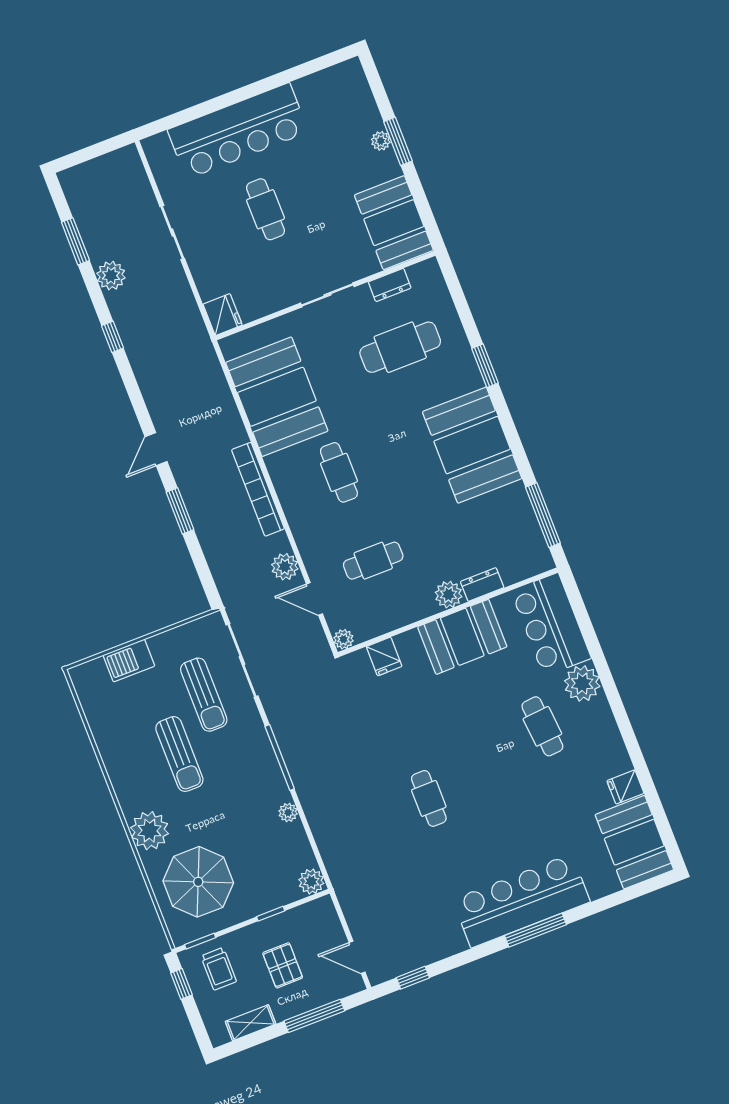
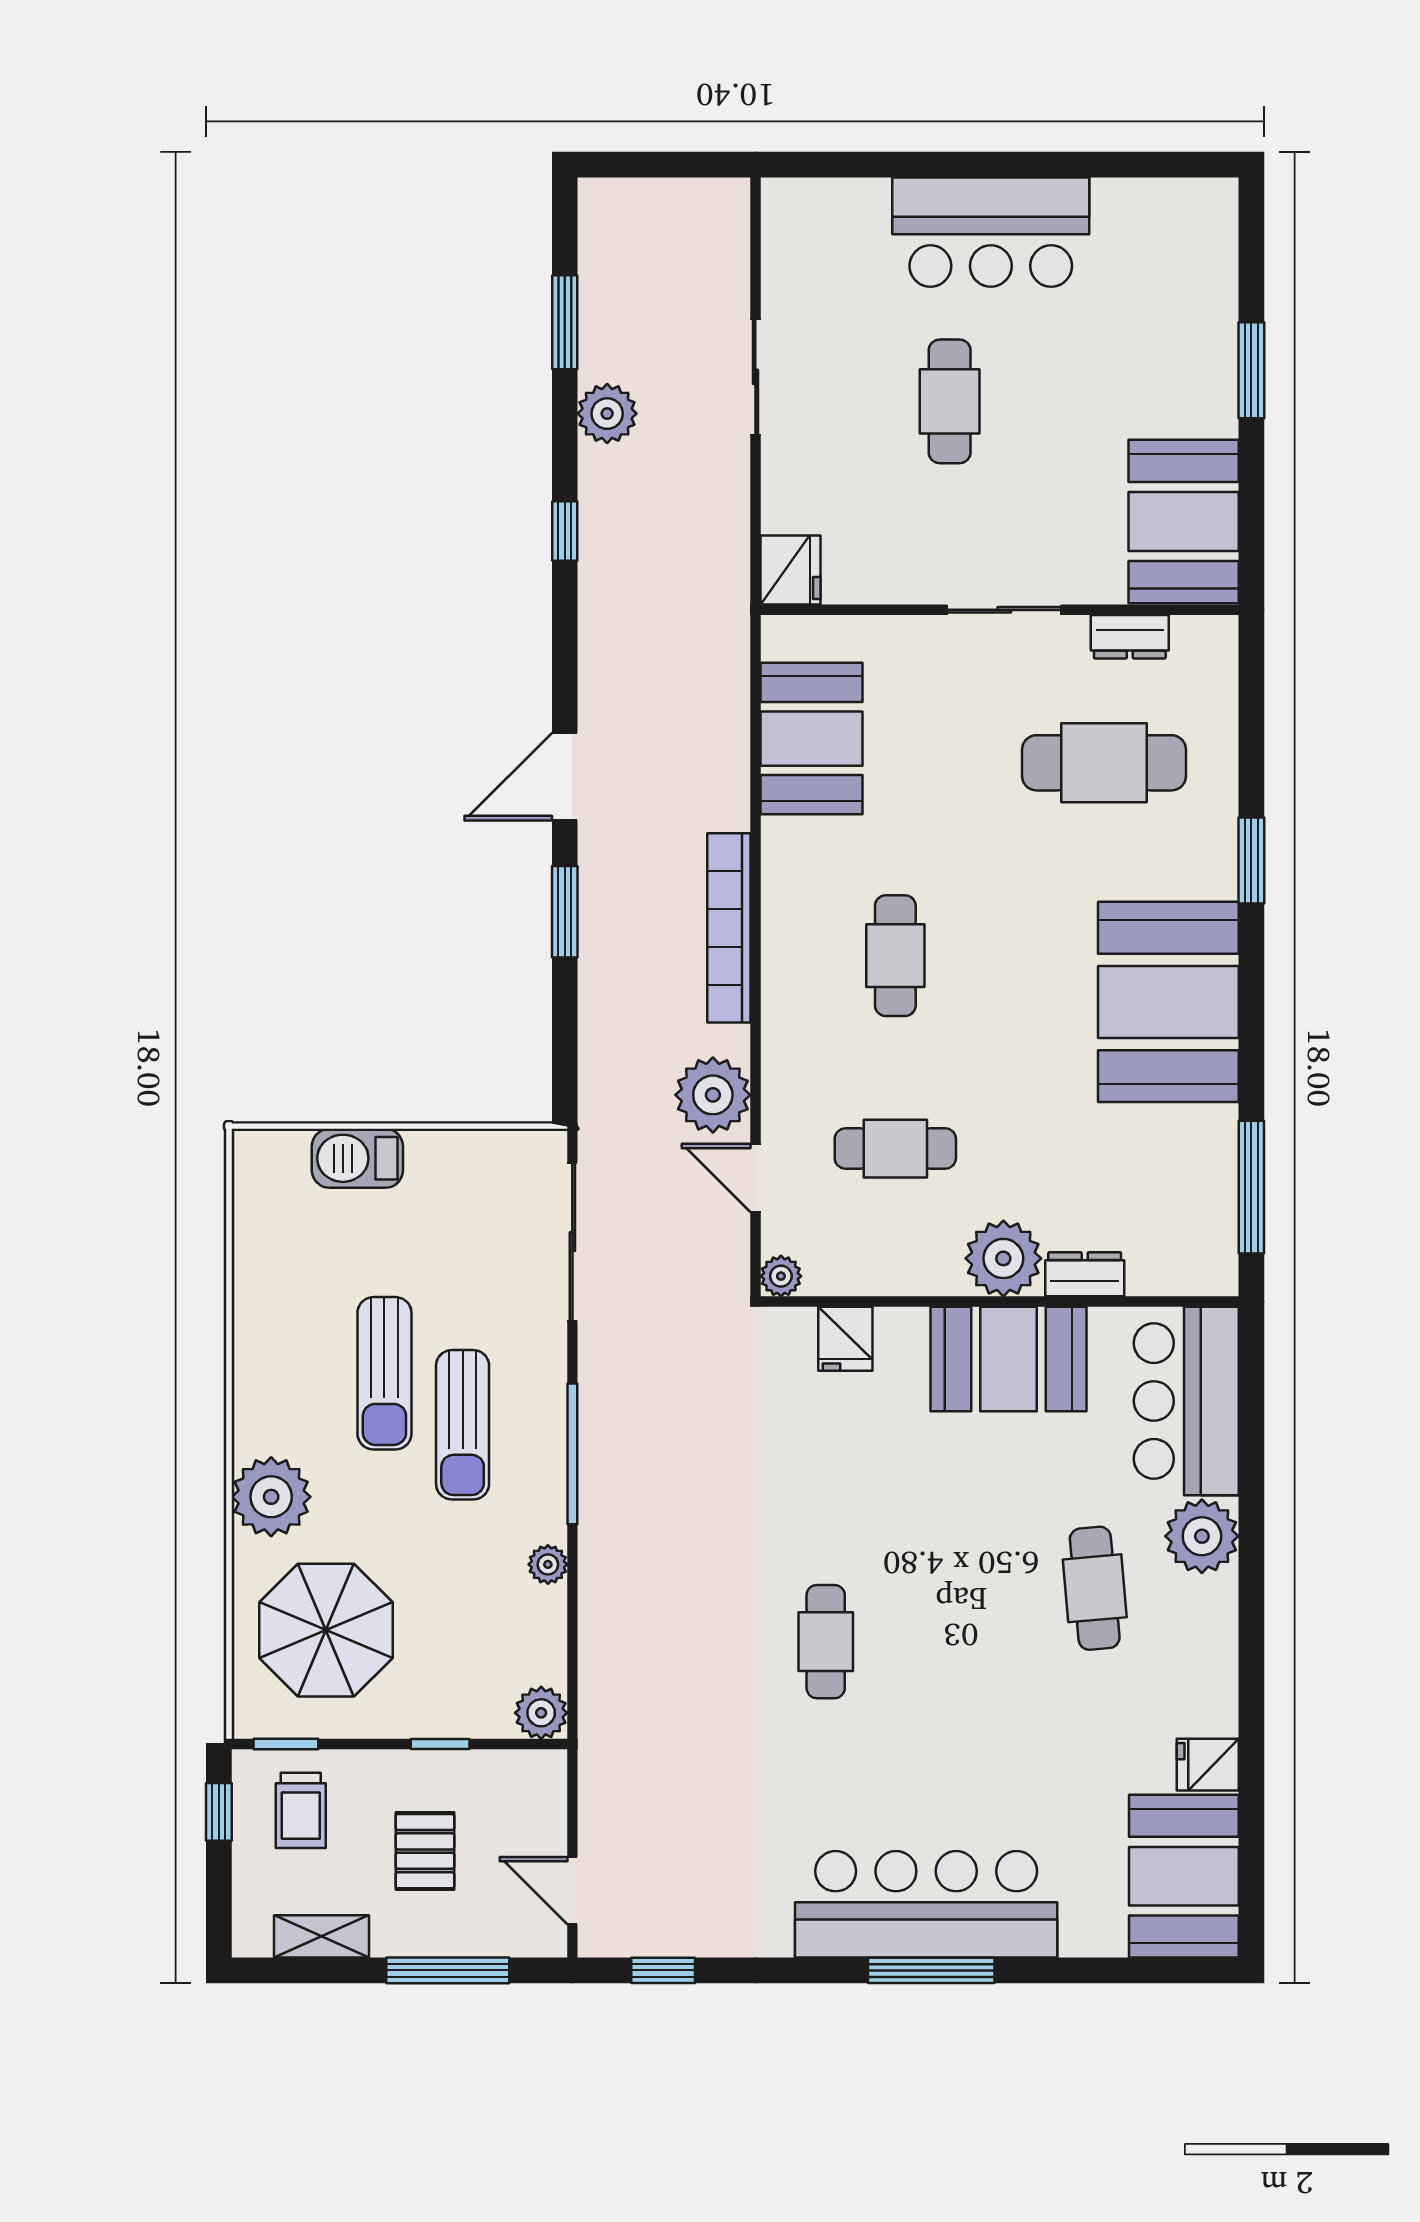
bar counter: (238, 131) -> (991, 232), width x0.73
plant: (381, 141) -> (1219, 356), removed
booth: (277, 397) -> (811, 739), width x0.73, depth x0.70
door: (156, 449) -> (565, 777), width x1.38
plant: (285, 567) -> (713, 1095), width x1.36, depth x1.36
plant: (449, 595) -> (1003, 1258), width x1.36, depth x1.36
sun lounger: (204, 695) -> (463, 1425), moved

